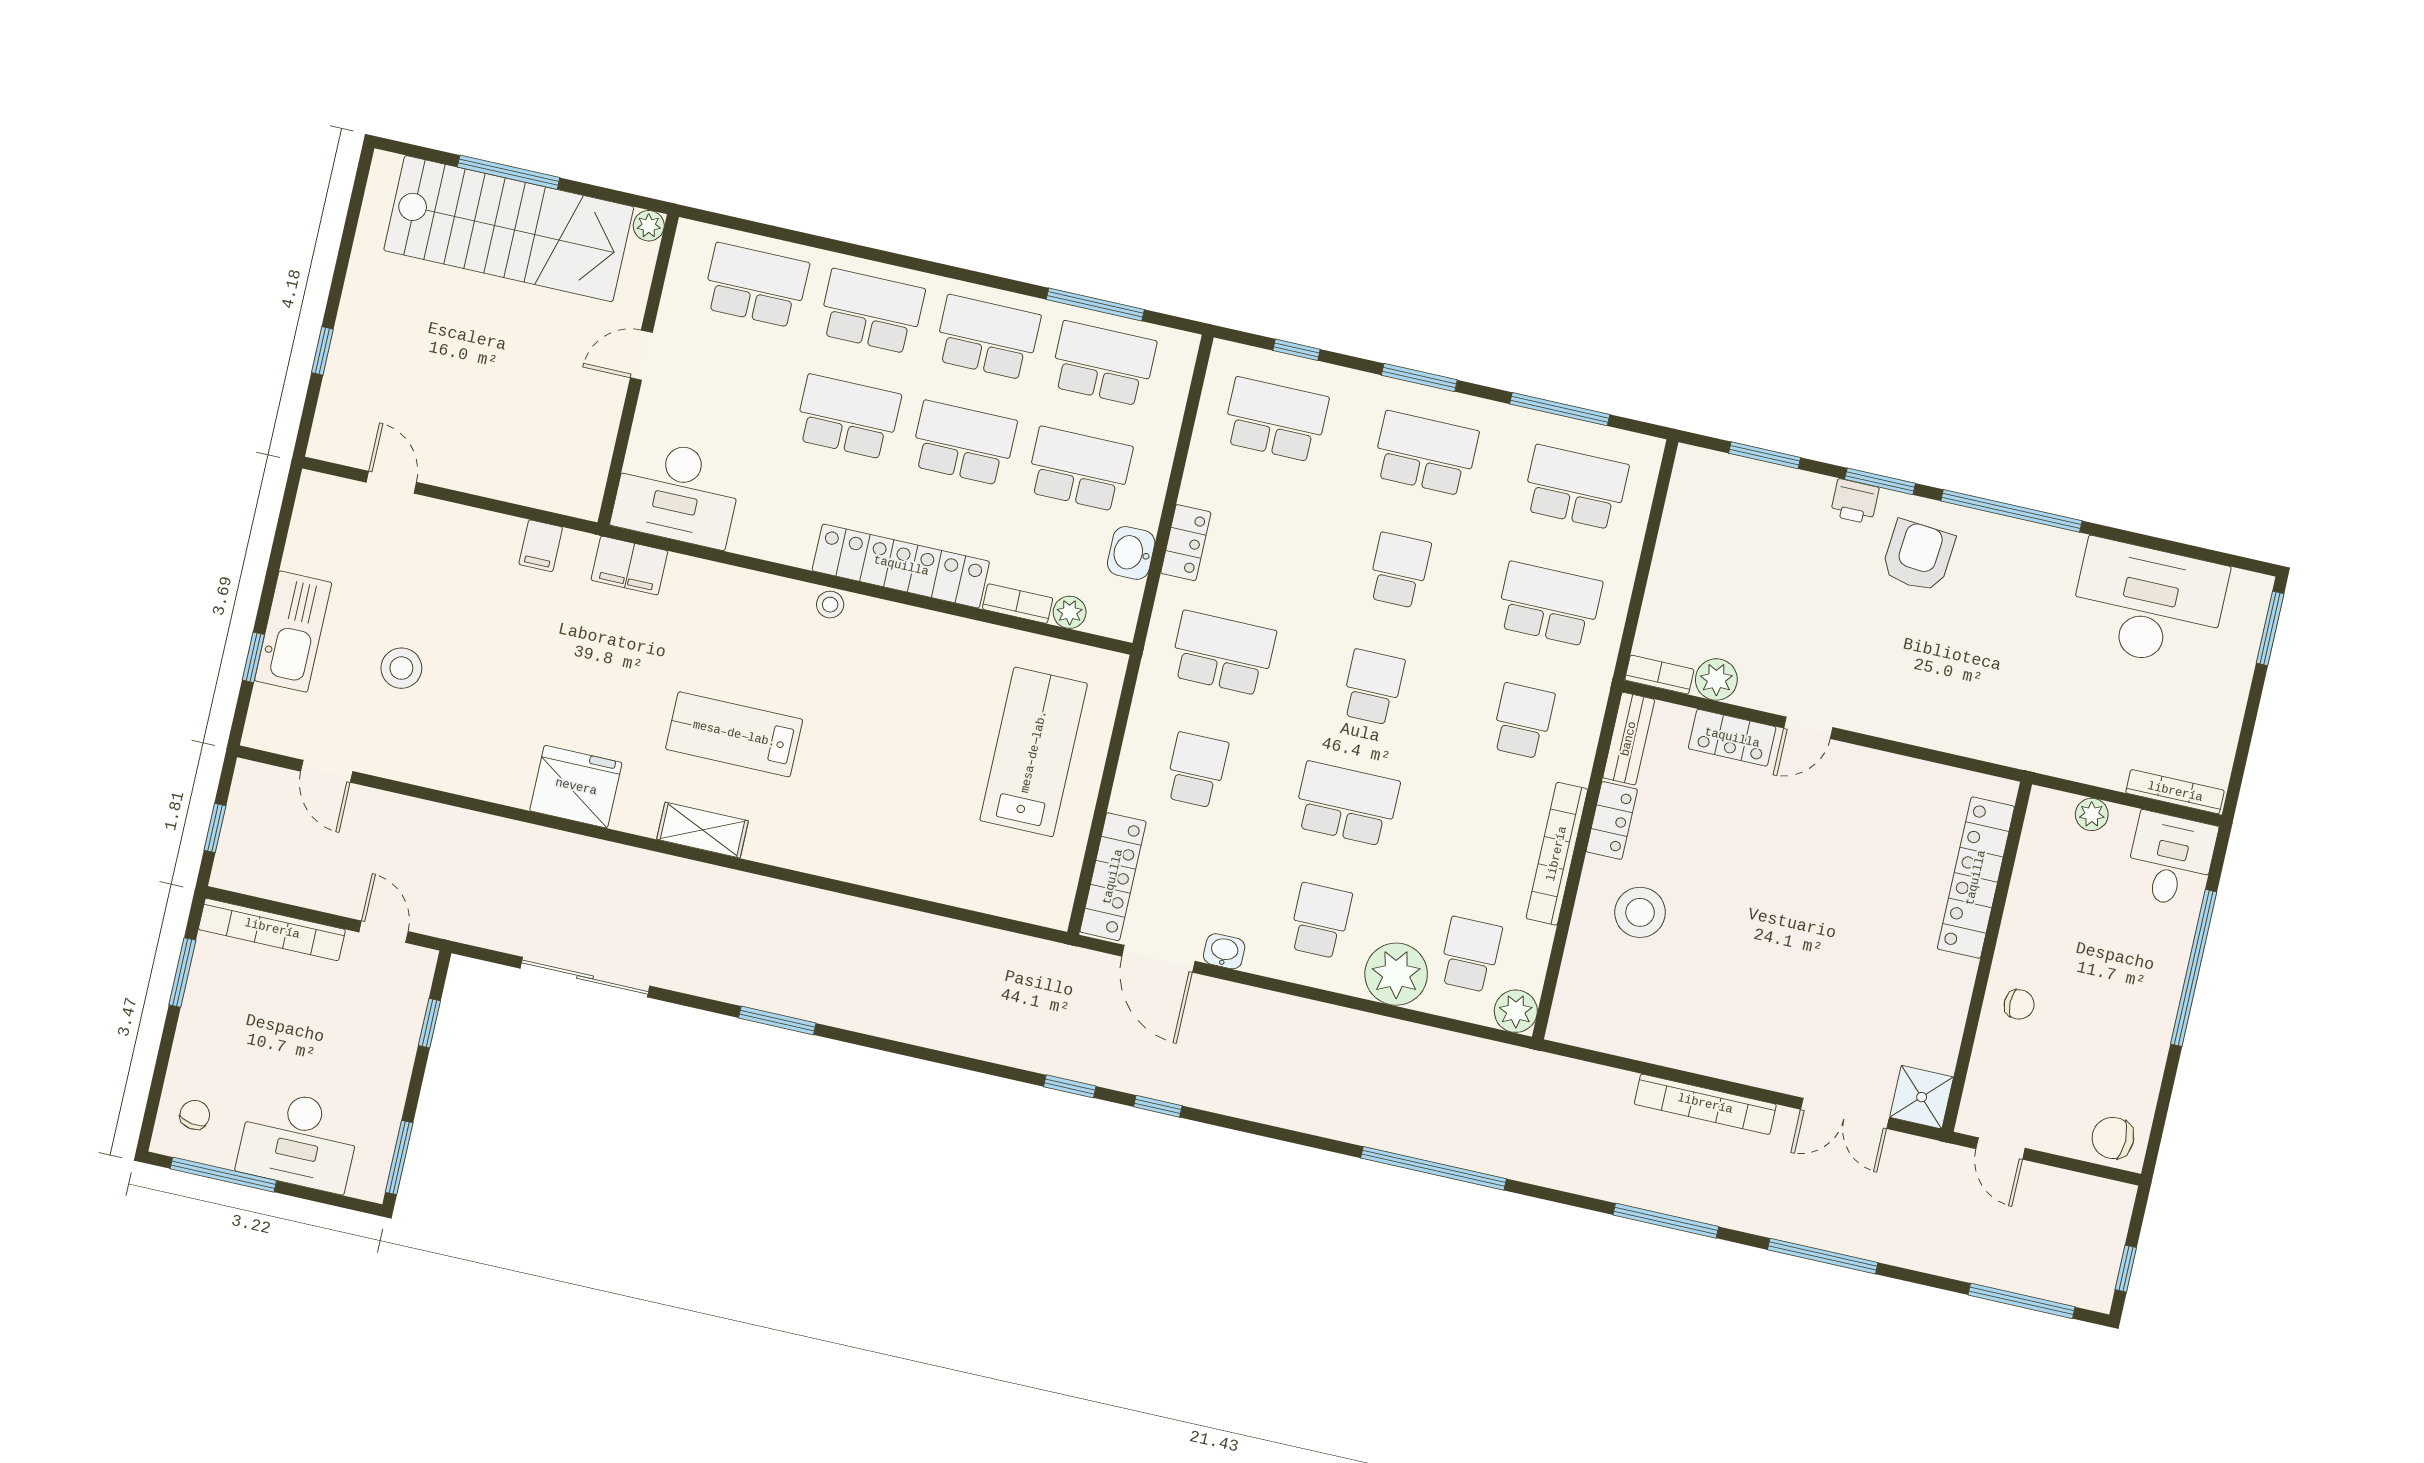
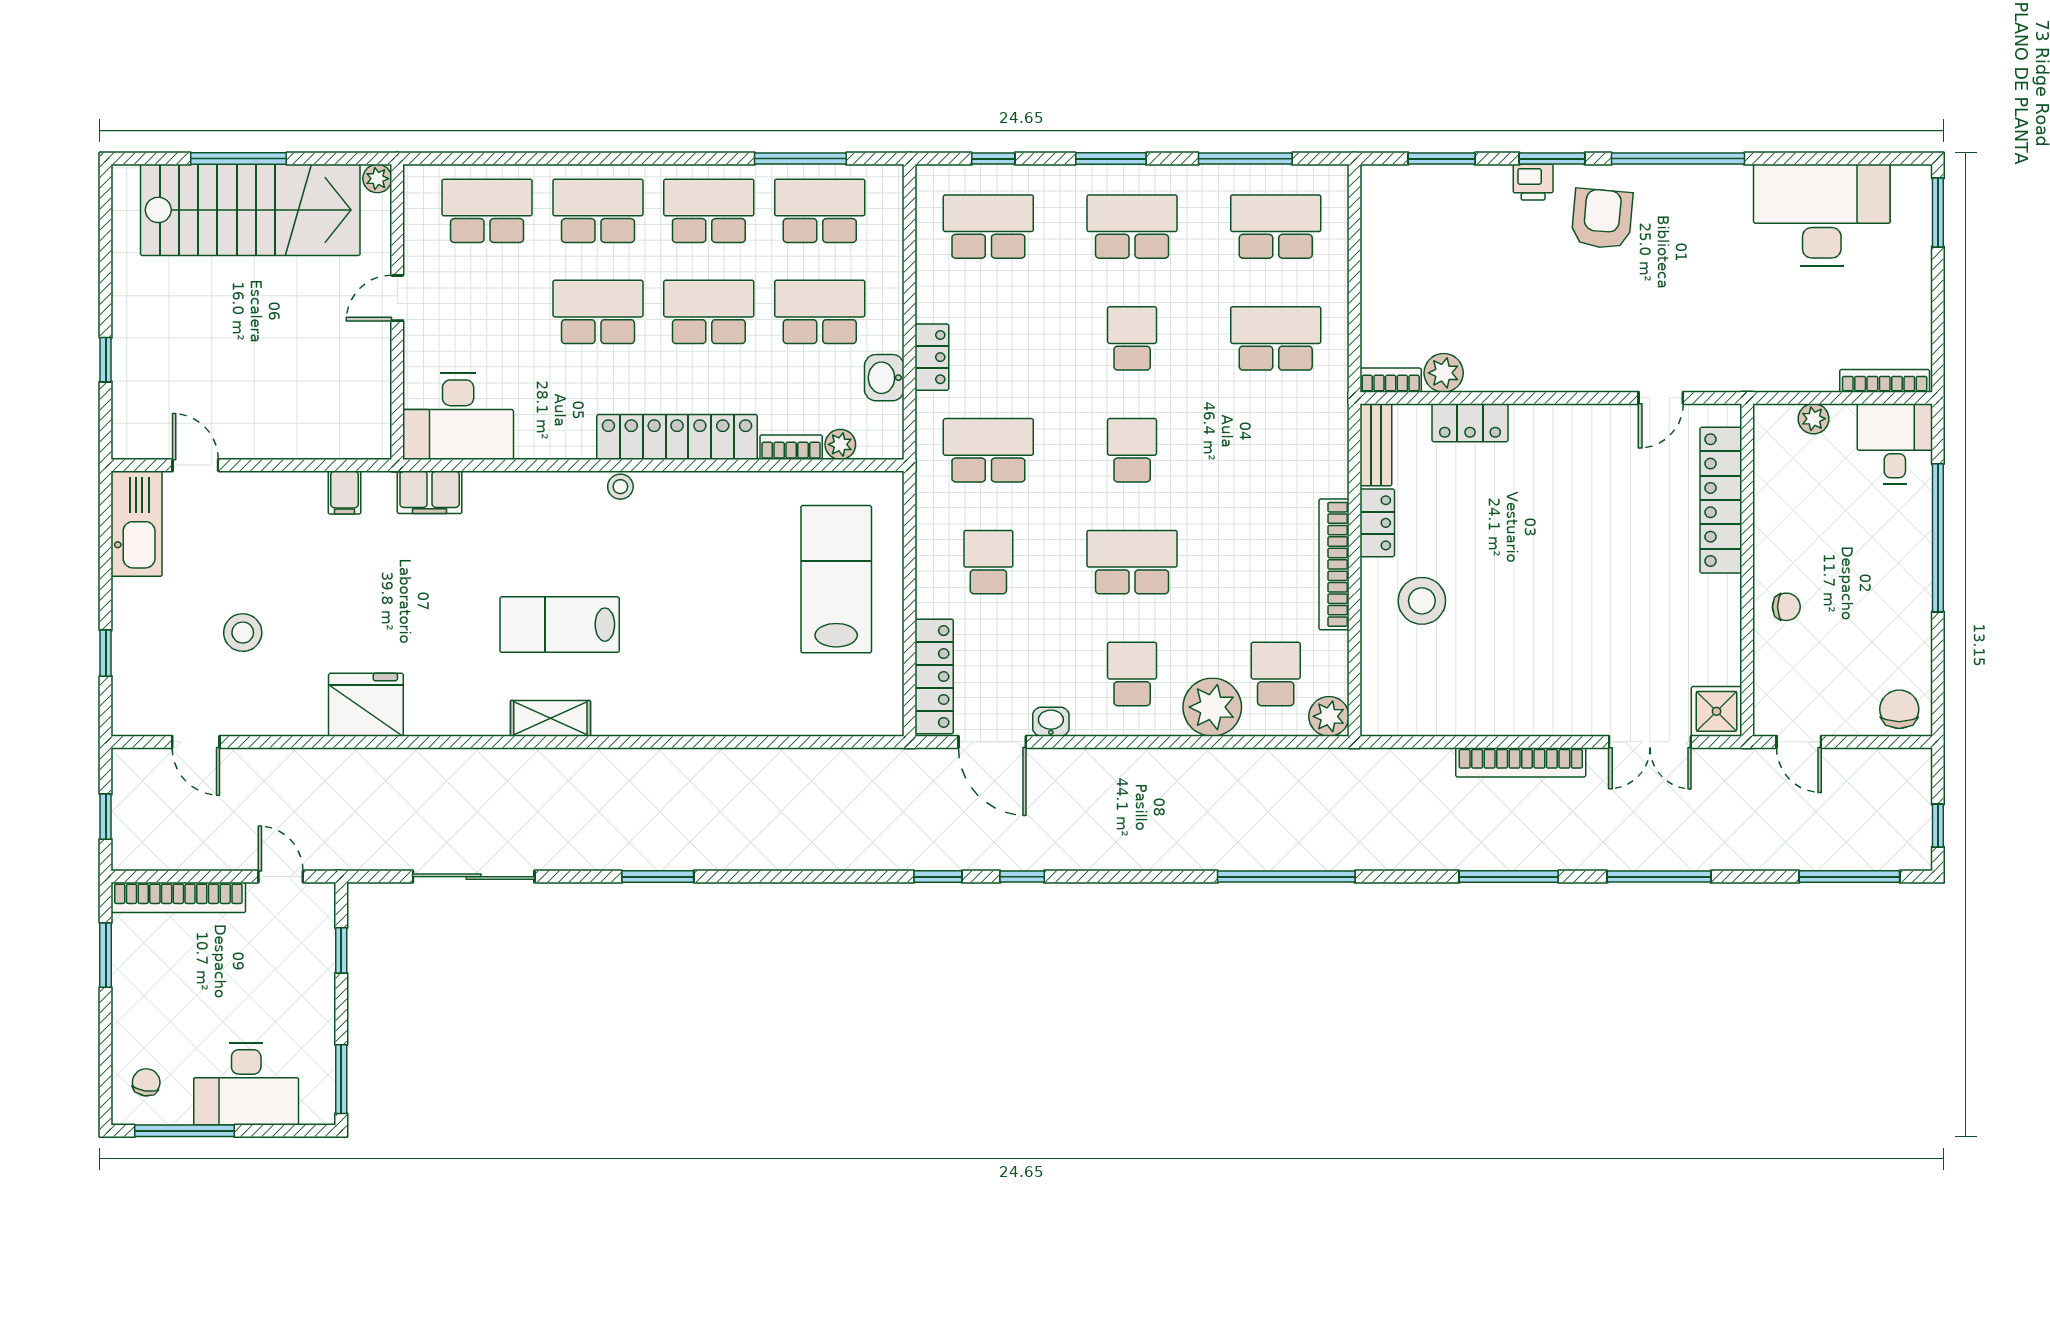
kitchen sink: (293, 632) -> (137, 524), moved
school desk: (1523, 721) -> (1276, 450), removed
door: (1808, 728) -> (1661, 398), moved
fridge: (576, 787) -> (366, 705), moved
chair: (2113, 1138) -> (1899, 709), turned 90

